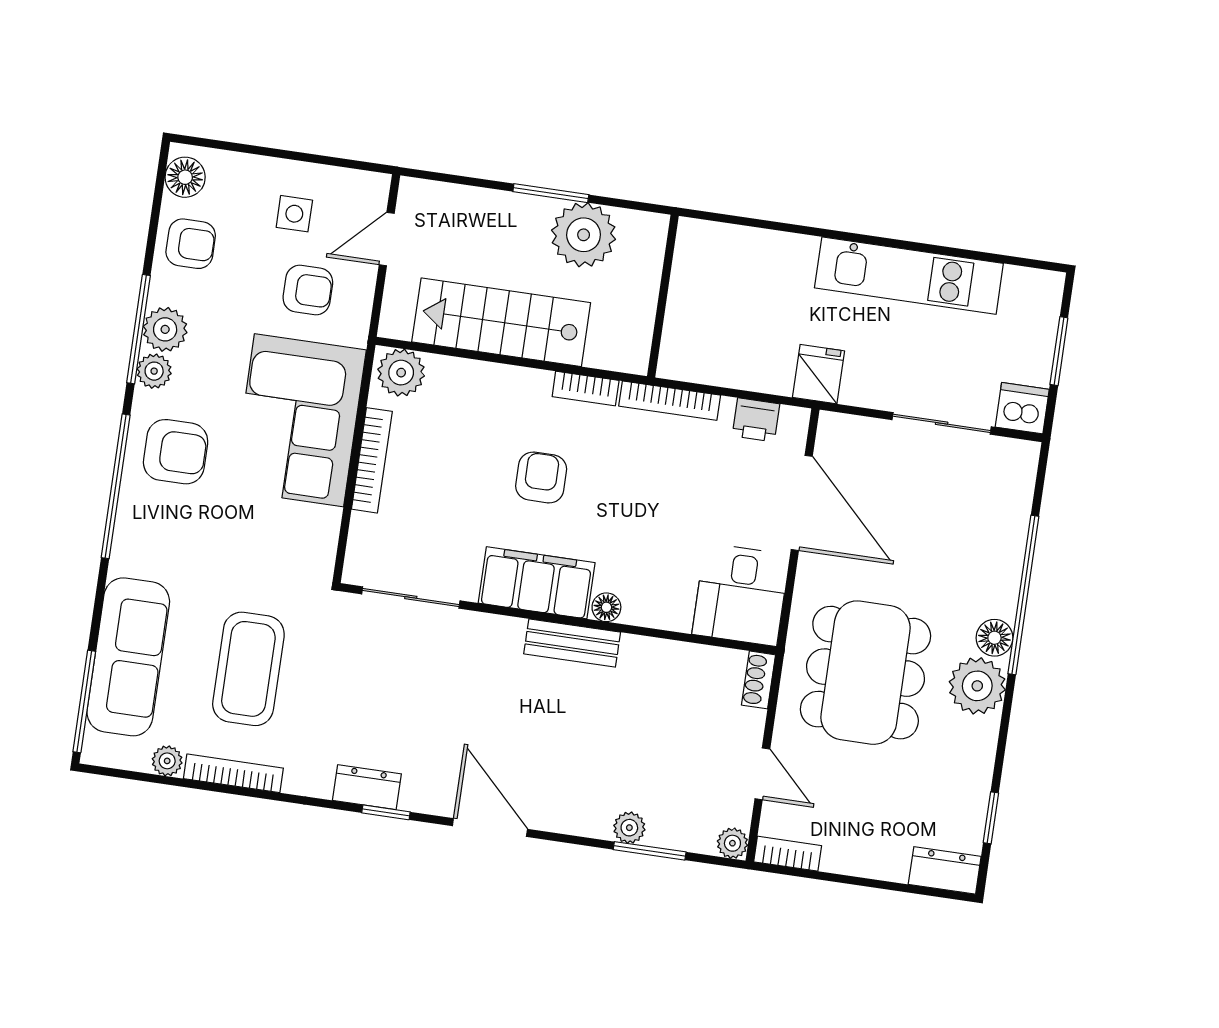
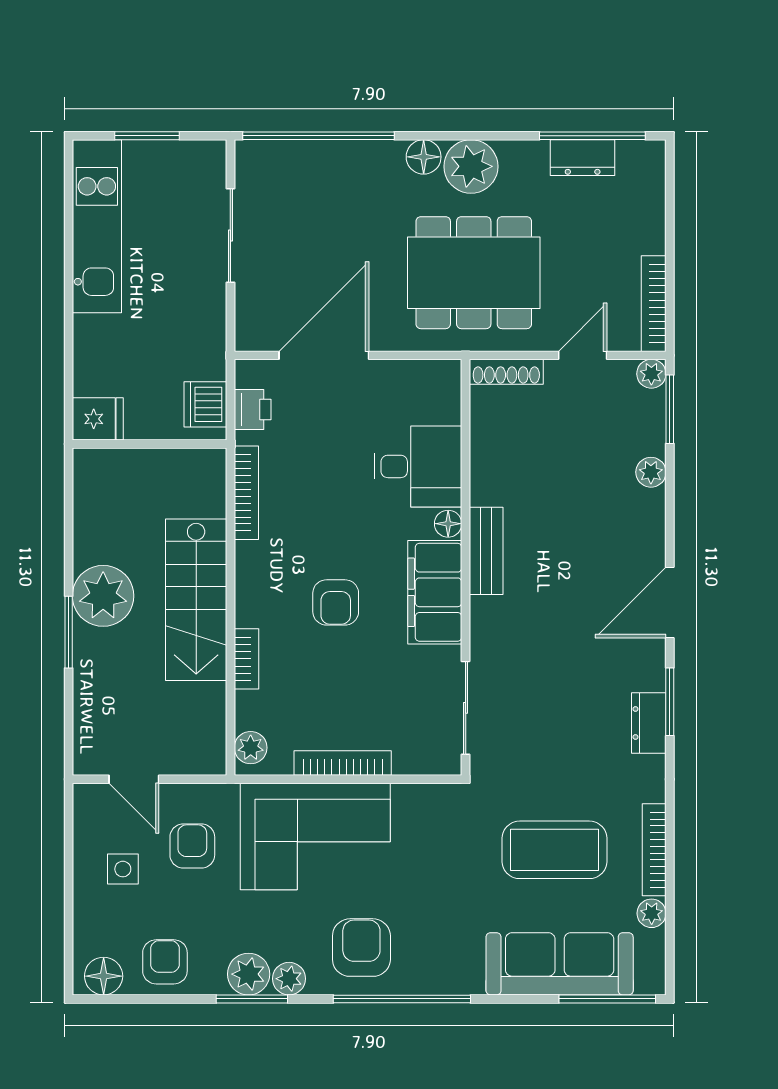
kitchen unit: (909, 276) -> (97, 226), moved
wall: (663, 296) -> (150, 444), moved
stairs: (501, 322) -> (196, 600), moved
window: (139, 329) -> (252, 999), width x0.69
plant: (401, 373) -> (251, 748), width x0.73, depth x0.73
fridge: (818, 374) -> (98, 419), moved, turned 180
bookcase: (586, 388) -> (246, 659), moved
dishwasher: (1022, 408) -> (205, 404), moved
armchair: (541, 477) -> (336, 602), turned -90
desk: (741, 595) -> (418, 466), moved
window: (1023, 595) -> (318, 136), moved
shoe rack: (758, 680) -> (506, 372), width x1.43
window: (386, 812) -> (670, 702), width x1.50
window: (991, 818) -> (592, 136), width x2.17
window: (650, 851) -> (670, 409), moved
bookcase: (788, 854) -> (654, 304), width x1.56
dresser: (945, 870) -> (583, 158), moved, turned -90

